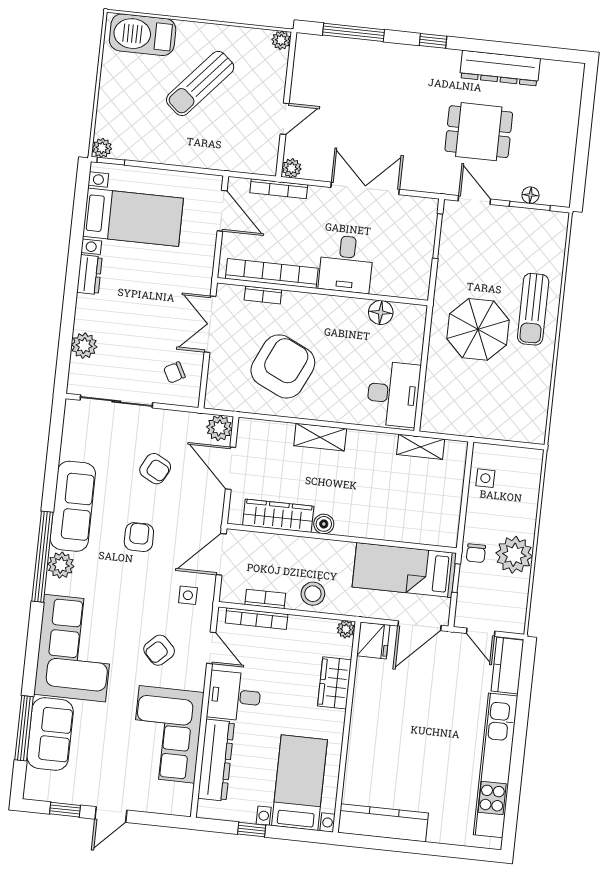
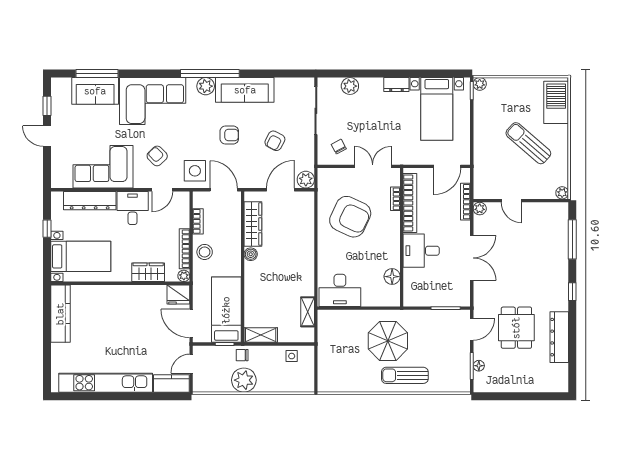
shelving: (320, 437) -> (261, 335), moved, turned 90
side table: (188, 595) -> (195, 171), width x1.87, depth x1.87
bookcase: (257, 619) -> (184, 249), moved

